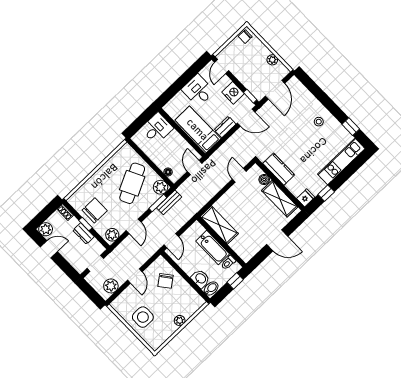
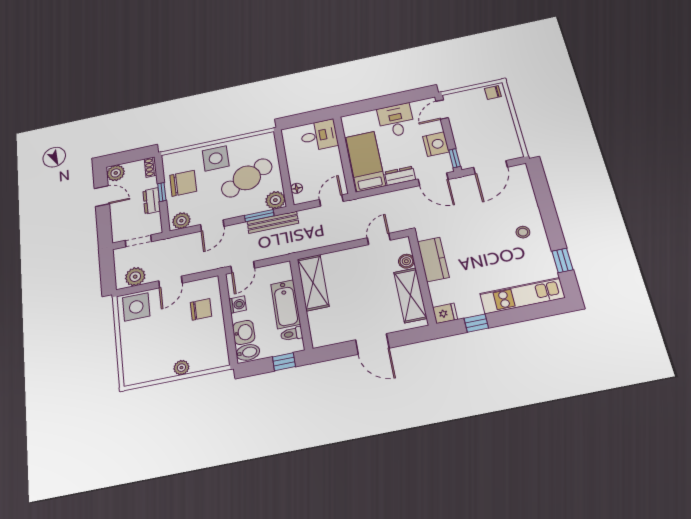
plant: (272, 60) -> (509, 133), removed
side table: (103, 182) -> (216, 158), added
bench: (169, 202) -> (273, 222), width x1.36
washing machine: (185, 265) -> (238, 305), added
chair: (166, 281) -> (201, 309), turned -142
side table: (143, 317) -> (136, 307), moved

